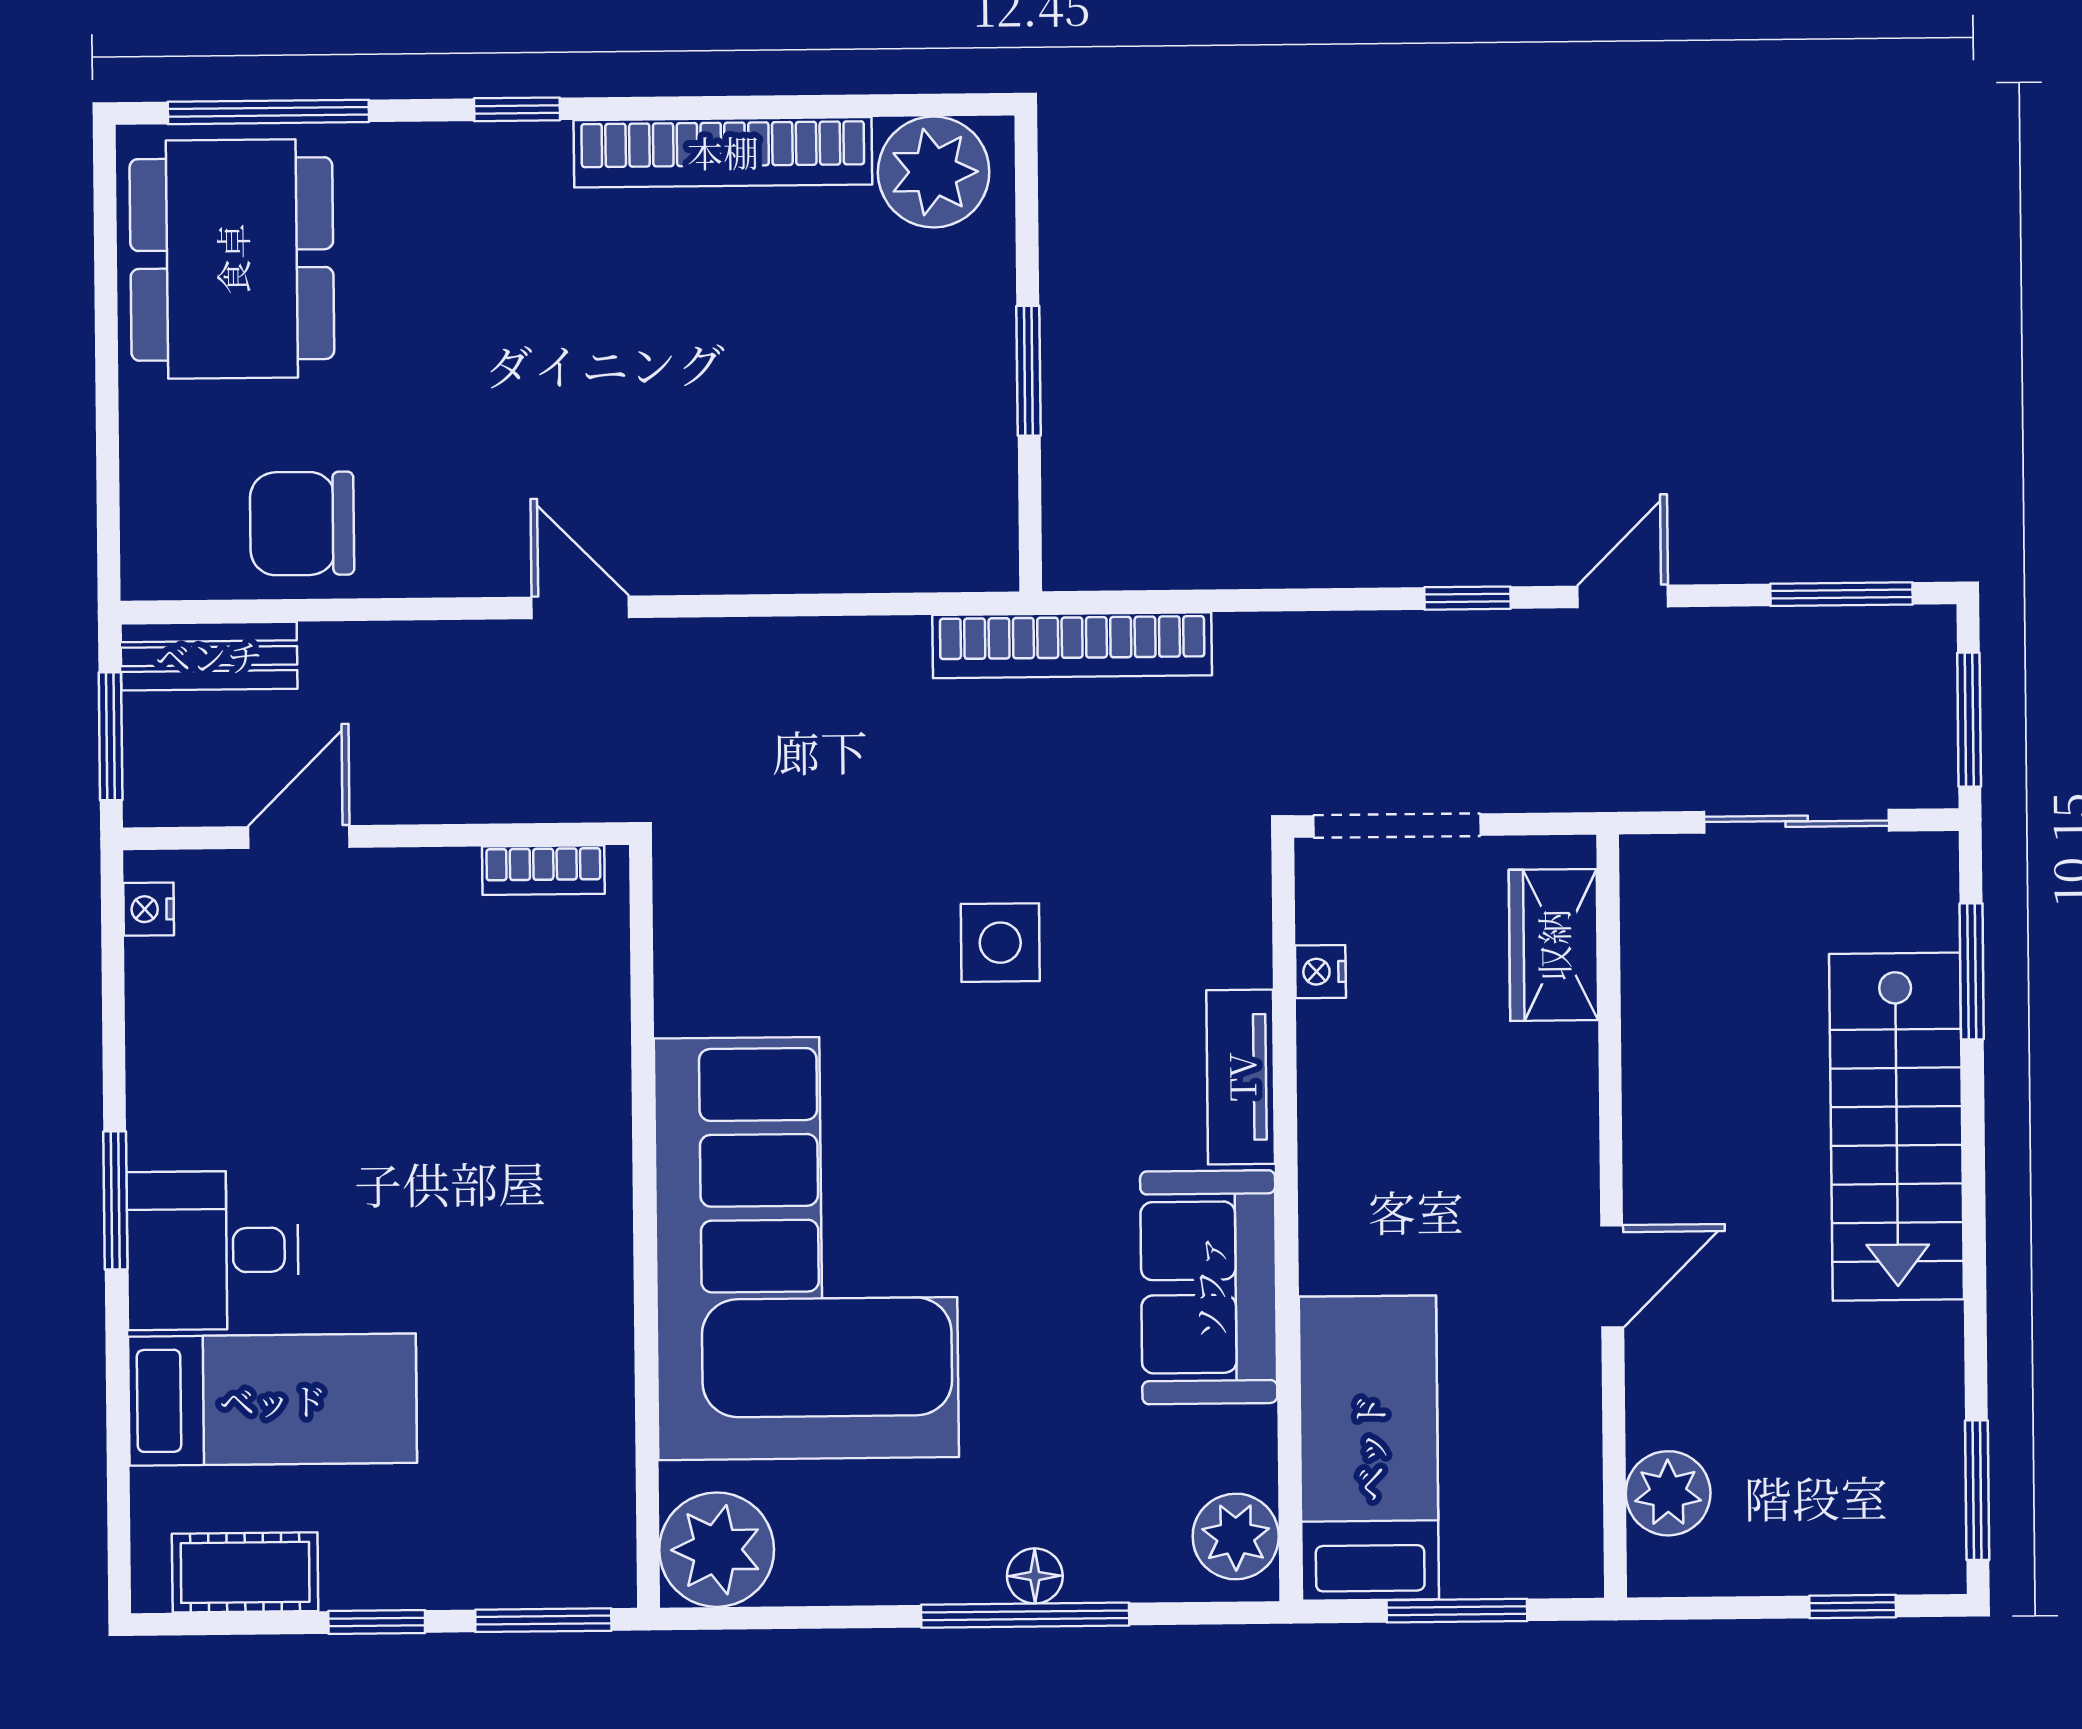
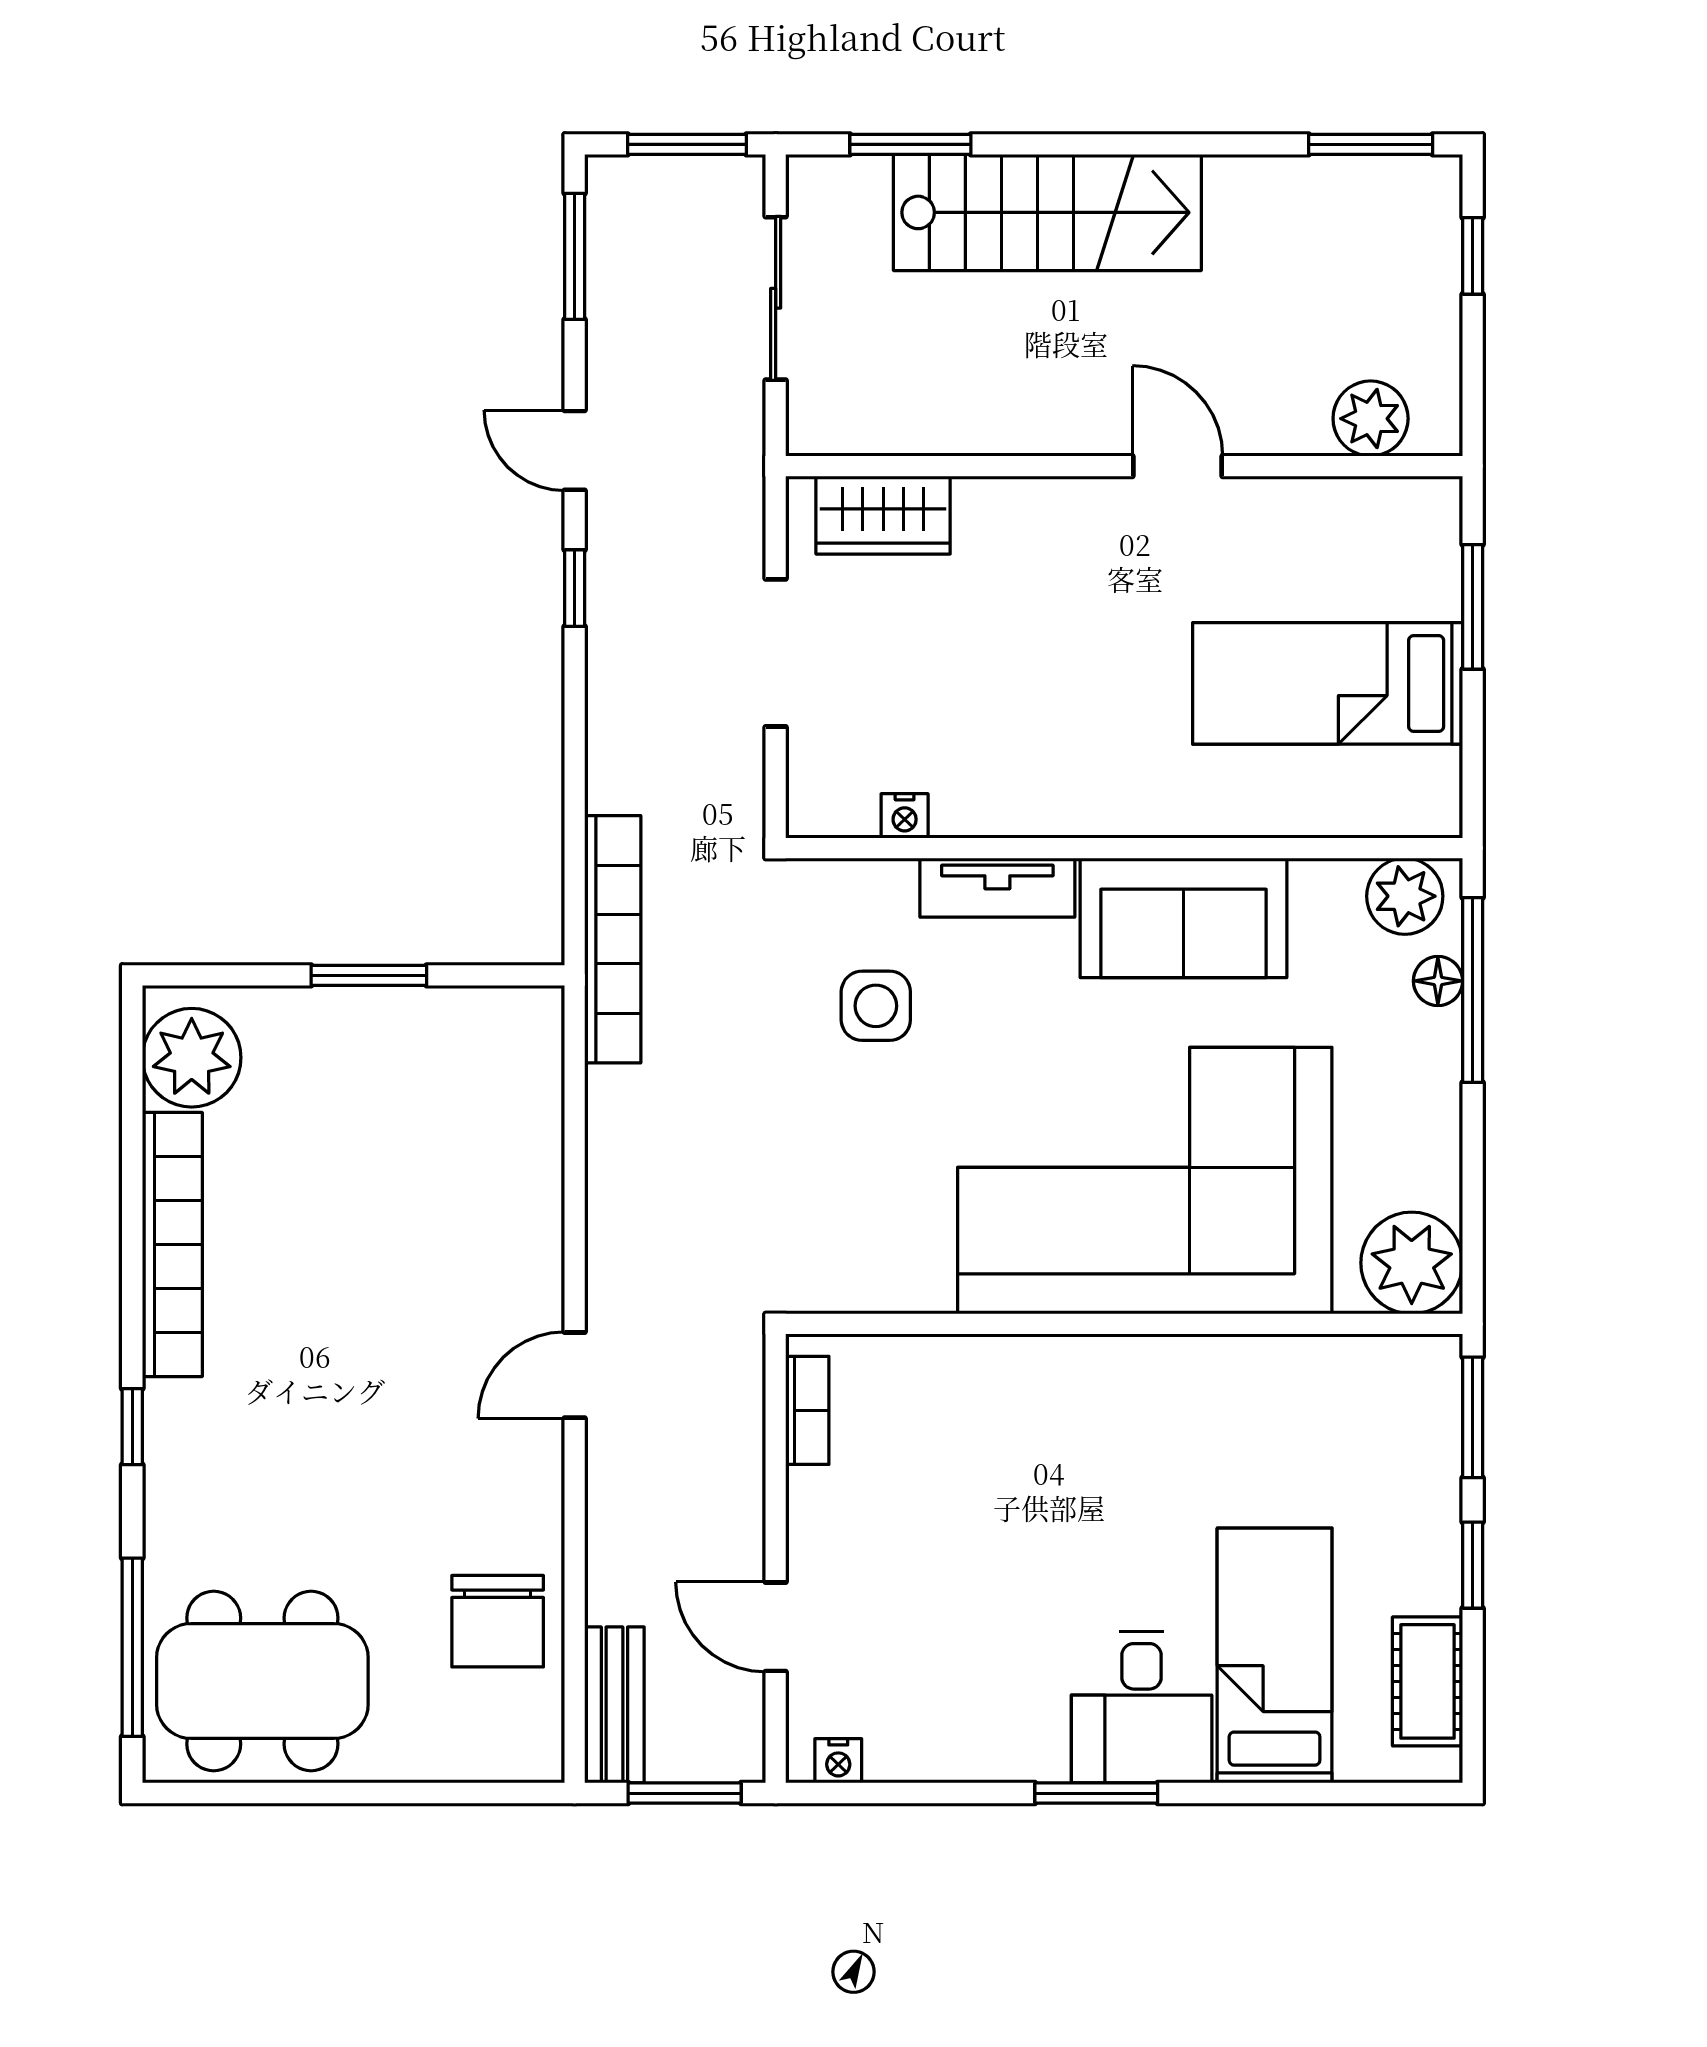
nightstand: (1320, 972) -> (905, 816), moved
tv unit: (1241, 1077) -> (997, 888), moved
wall: (1287, 1220) -> (1124, 848), moved
sofa: (1209, 1287) -> (1183, 918), moved
plant: (1236, 1536) -> (1405, 896), moved

